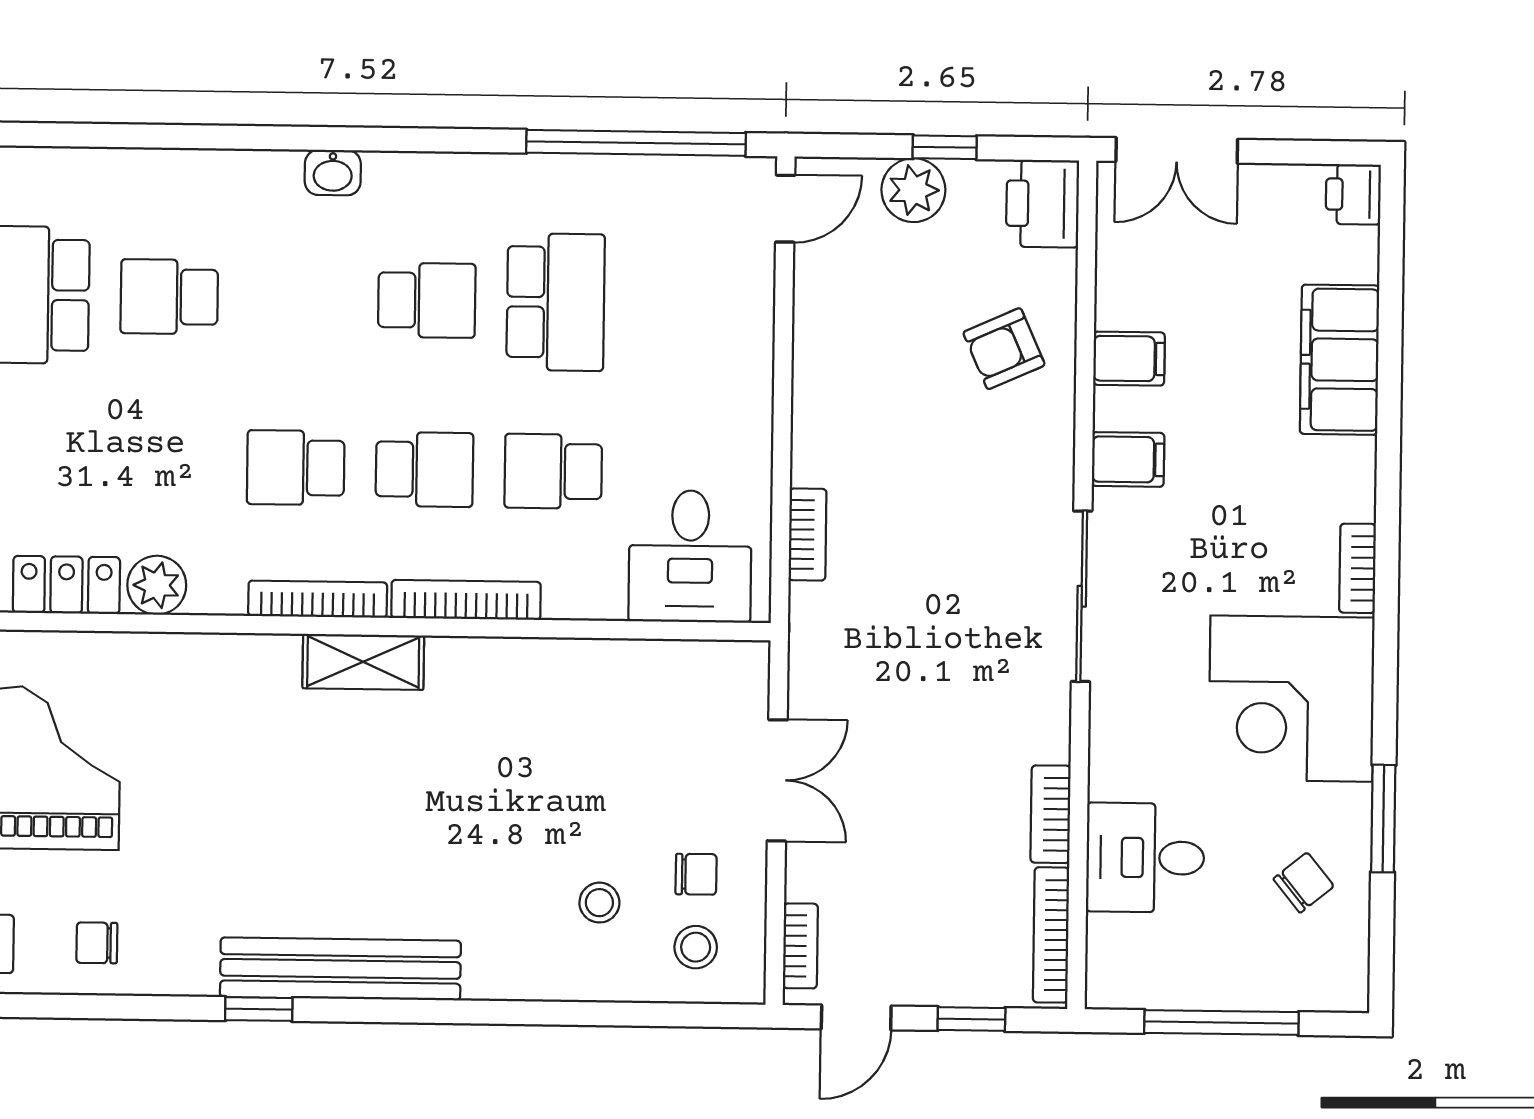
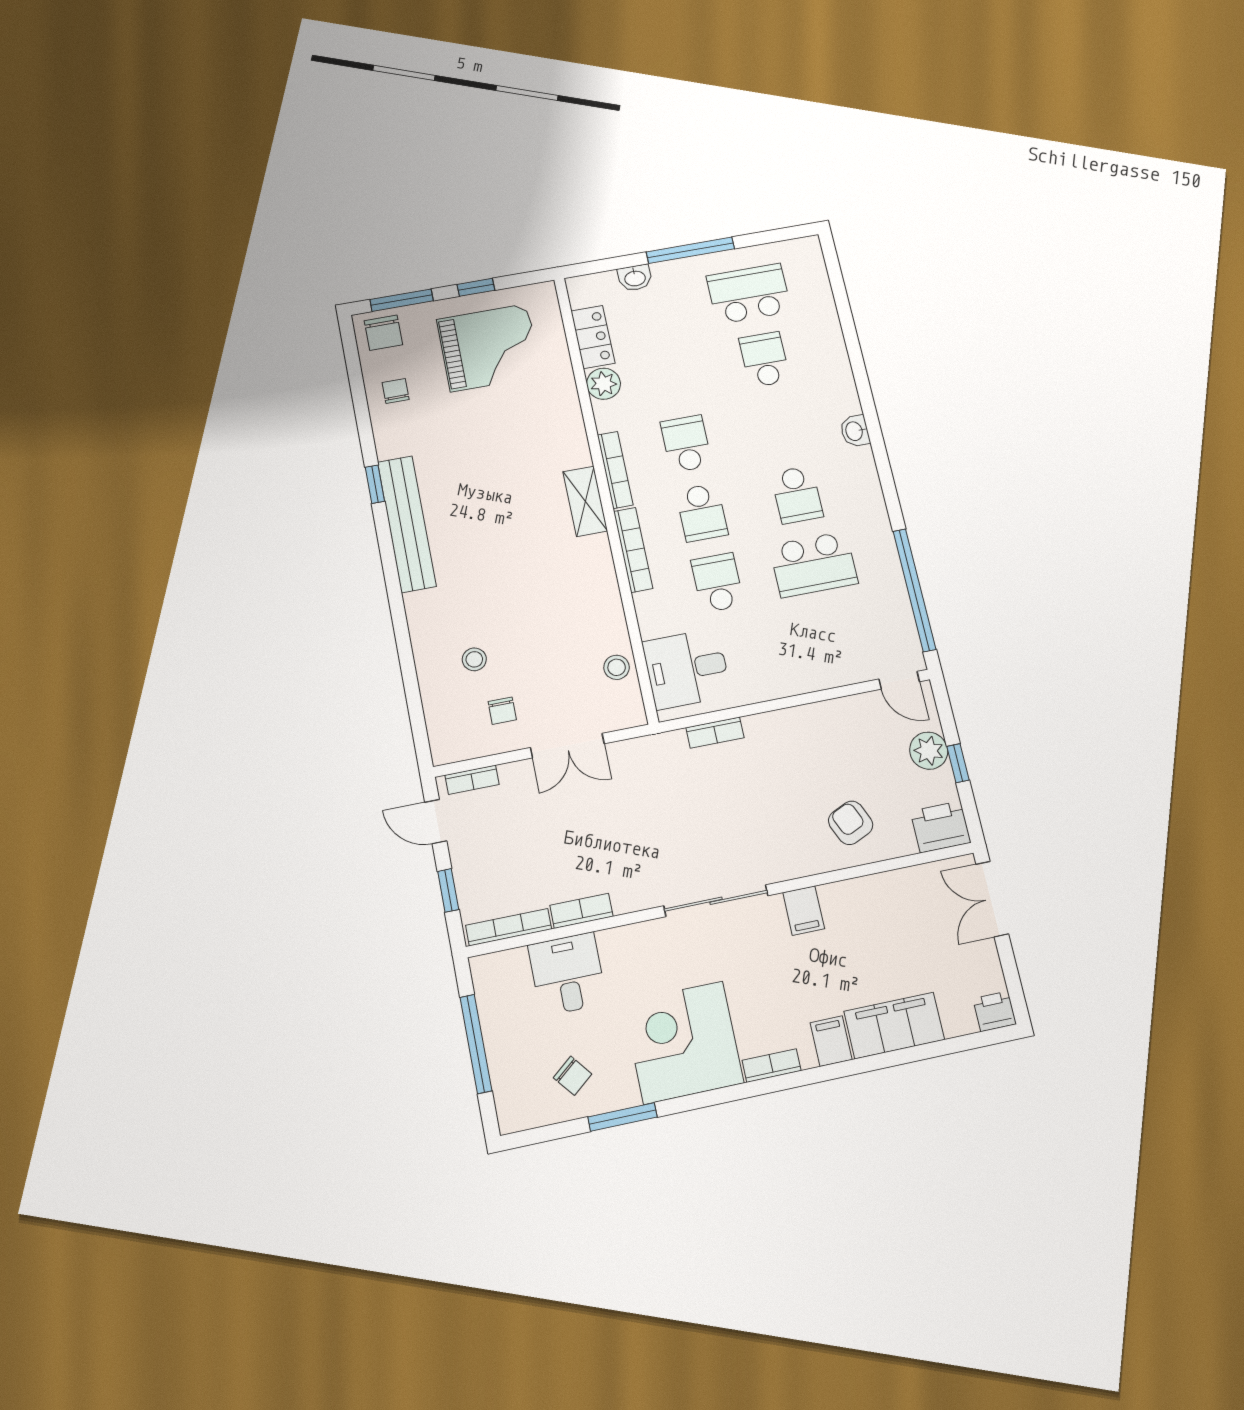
filing cabinet: (1129, 359) -> (831, 1041), moved, turned 180
stool: (696, 947) -> (617, 667), moved

